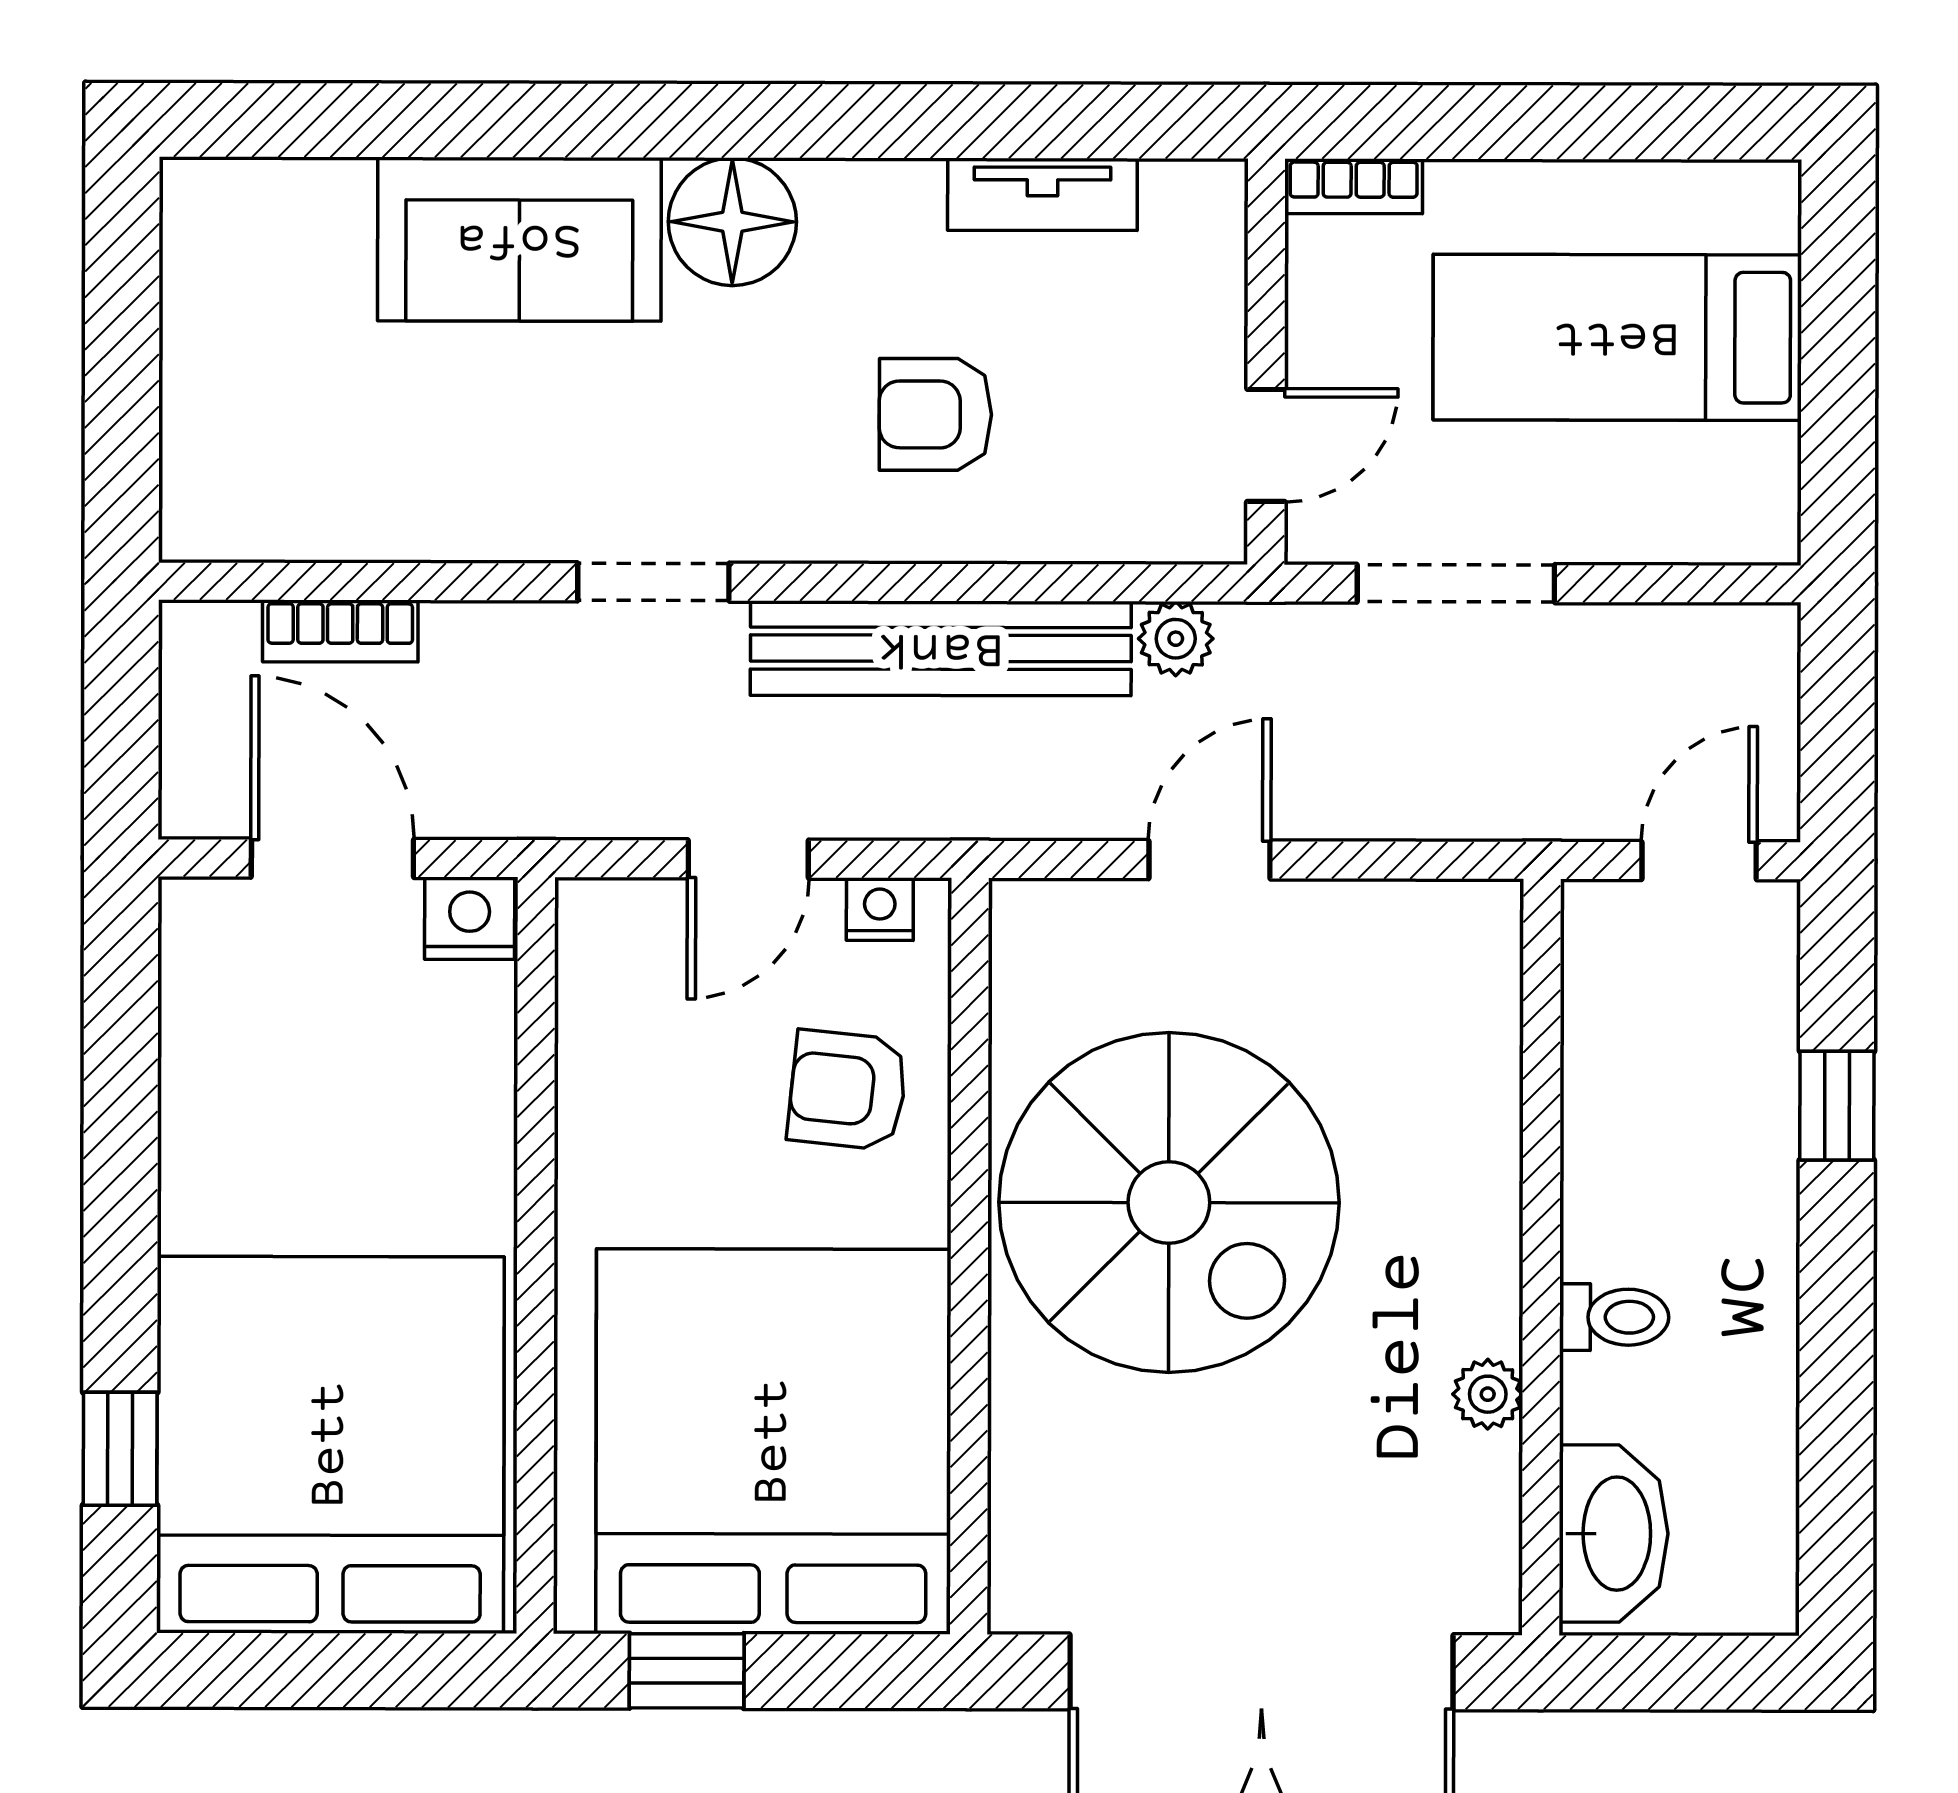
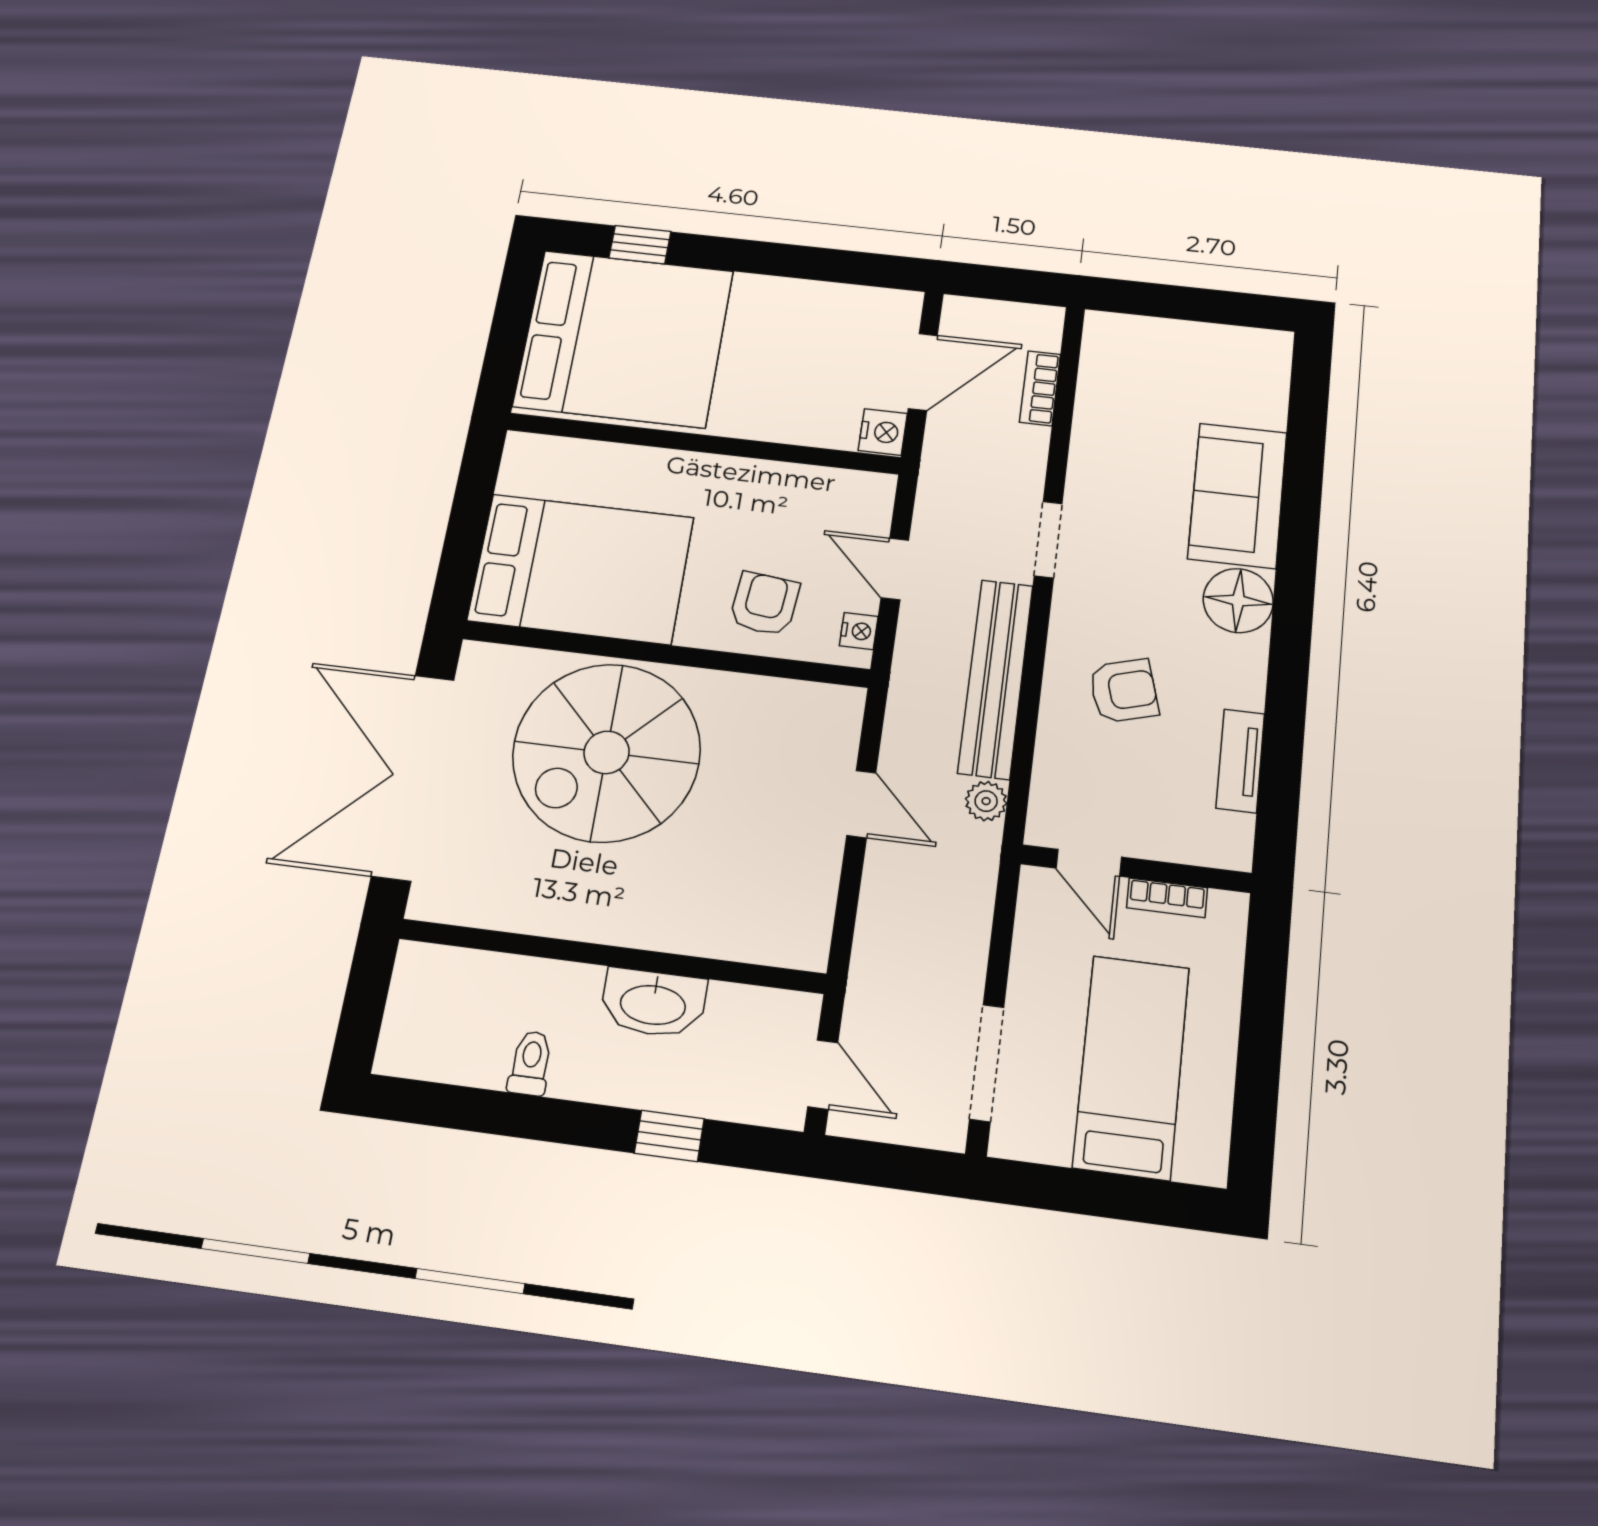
bookcase: (1354, 186) -> (1167, 898), moved, turned -90
armchair: (935, 414) -> (1124, 691), turned 74
doorway: (1456, 583) -> (987, 1063), moved
spiral stairs: (1169, 1202) -> (607, 752), moved
toilet: (1614, 1317) -> (530, 1063), moved, turned 180
plant: (1488, 1394) -> (541, 917), removed
bed: (773, 1442) -> (581, 569), width x0.73
washbasin: (1614, 1534) -> (653, 1003), moved
window: (687, 1671) -> (475, 491), removed

